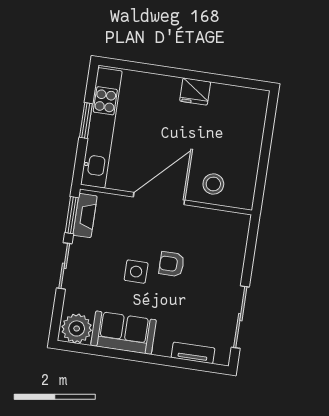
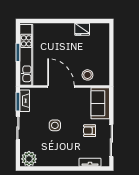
fridge: (195, 92) -> (82, 29), moved
door: (159, 199) -> (61, 86), hinge flipped
armchair: (172, 264) -> (90, 131), moved
sofa: (124, 333) -> (100, 103), moved, turned -90

